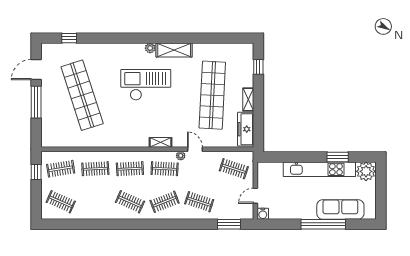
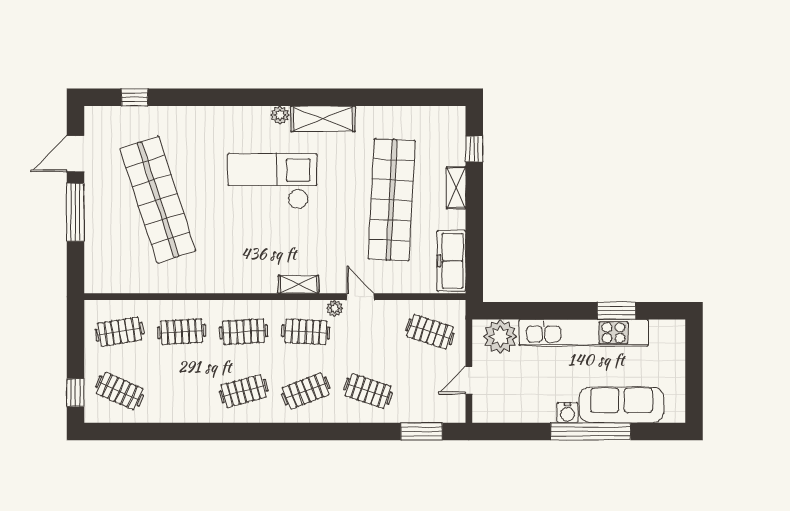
shelving: (248, 99) -> (456, 188), moved
plant: (366, 171) -> (500, 336), moved
window: (36, 172) -> (75, 393), moved
clothes rail: (130, 202) -> (244, 391), turned -39
water cooler: (263, 214) -> (567, 413), moved

